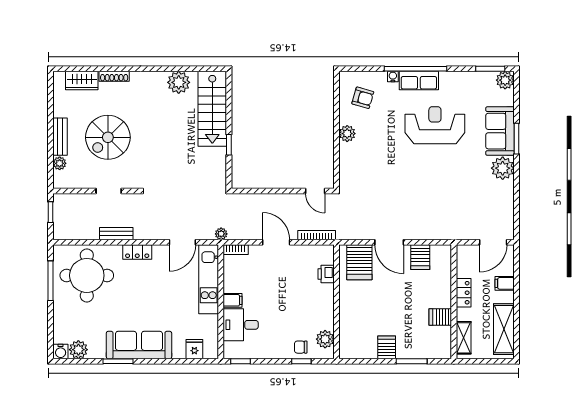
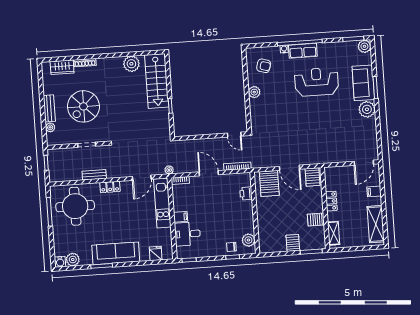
locker: (464, 293) -> (331, 201), moved
wall: (454, 302) -> (325, 208), moved
server rack: (440, 317) -> (316, 220), moved
shelving: (464, 338) -> (334, 233), moved

